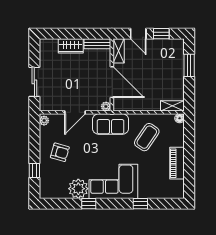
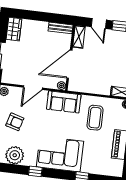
wardrobe: (71, 46) -> (14, 29), moved, turned -90
door: (112, 82) -> (69, 64), swing flipped
coffee table: (147, 137) -> (95, 118), turned -34
plant: (78, 189) -> (15, 155), moved

